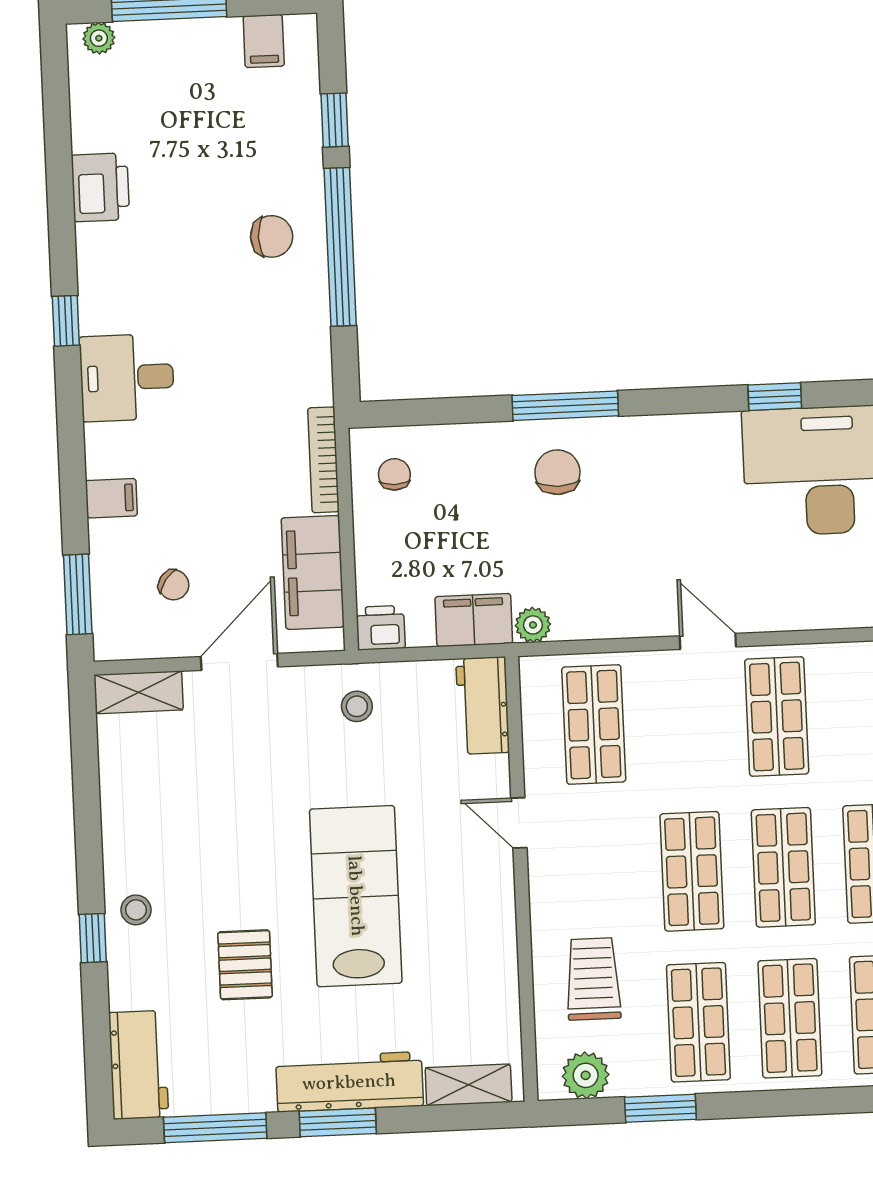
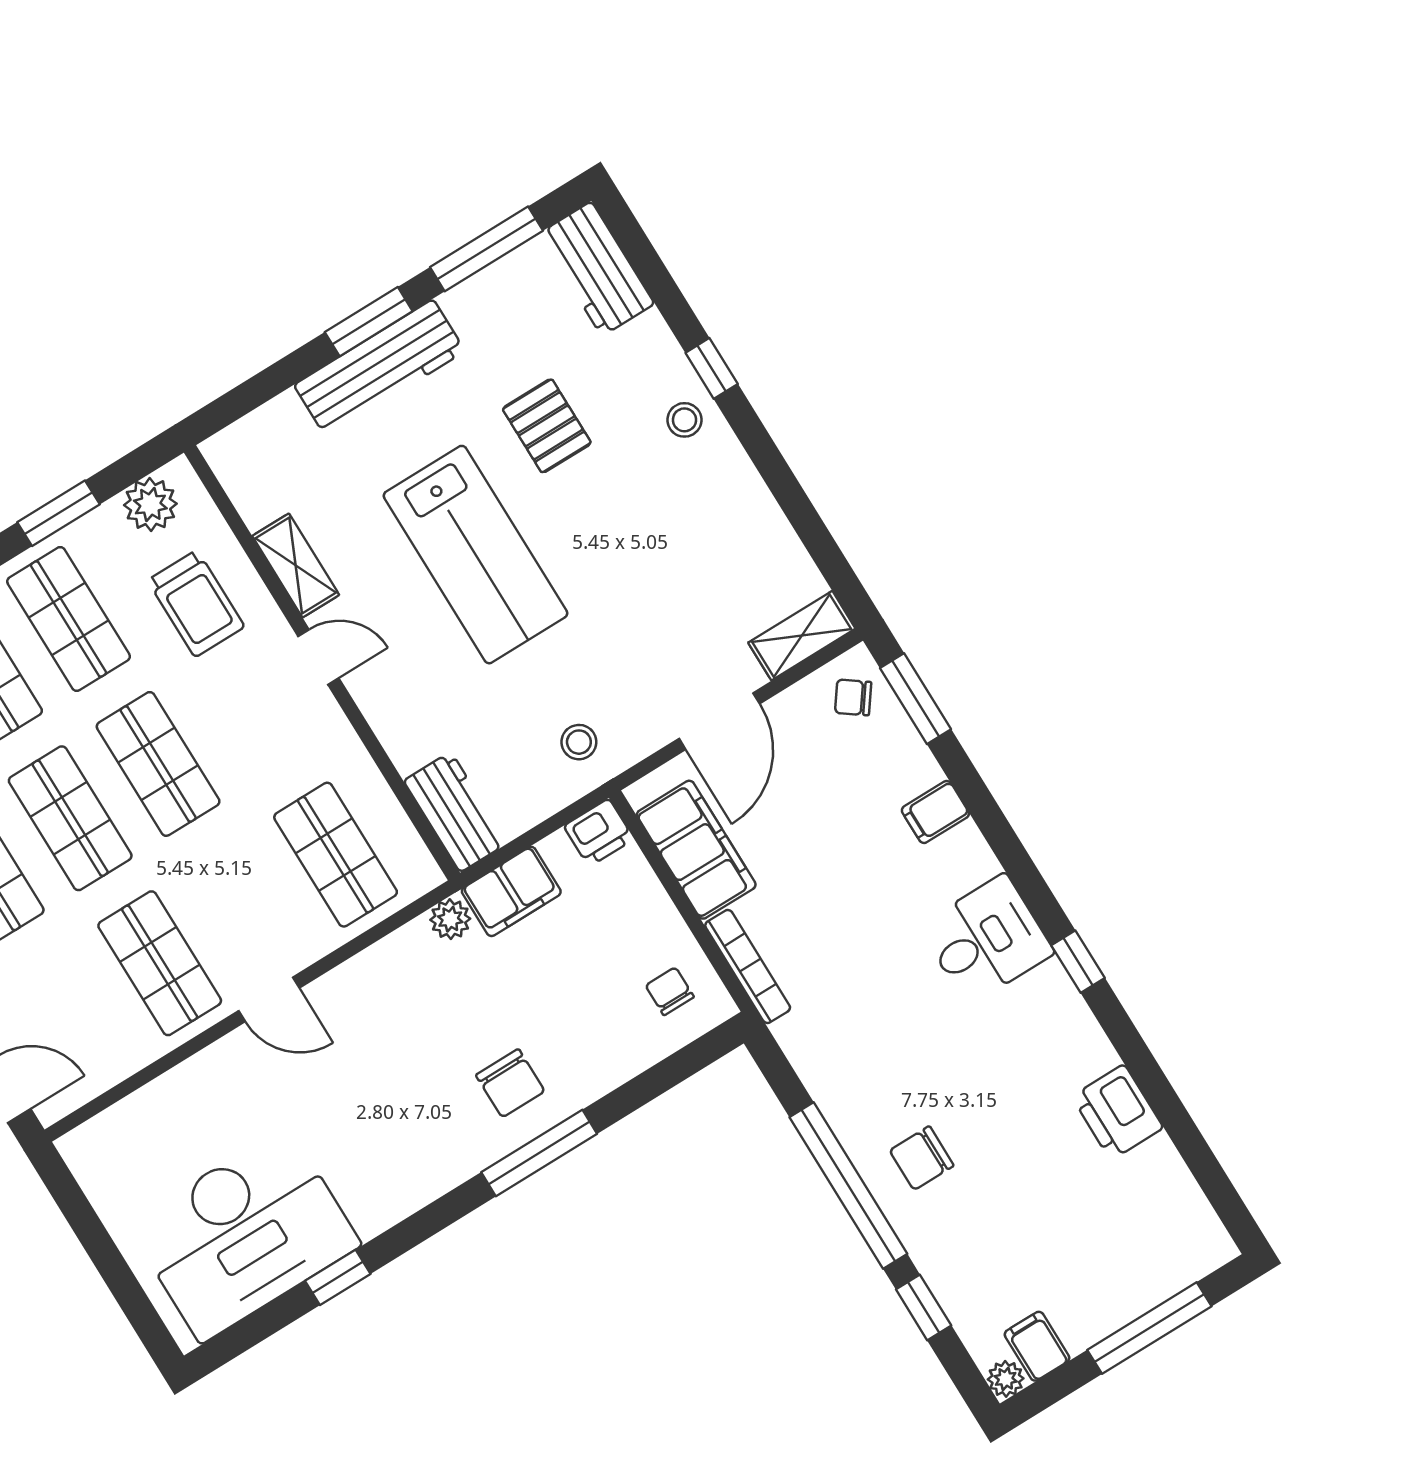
plant: (99, 38) -> (1006, 1379), moved
chair: (394, 474) -> (670, 991), turned 180
chair: (174, 585) -> (853, 697), moved
door: (519, 823) -> (318, 657), moved
shelving: (469, 1085) -> (296, 565), moved, turned 90

